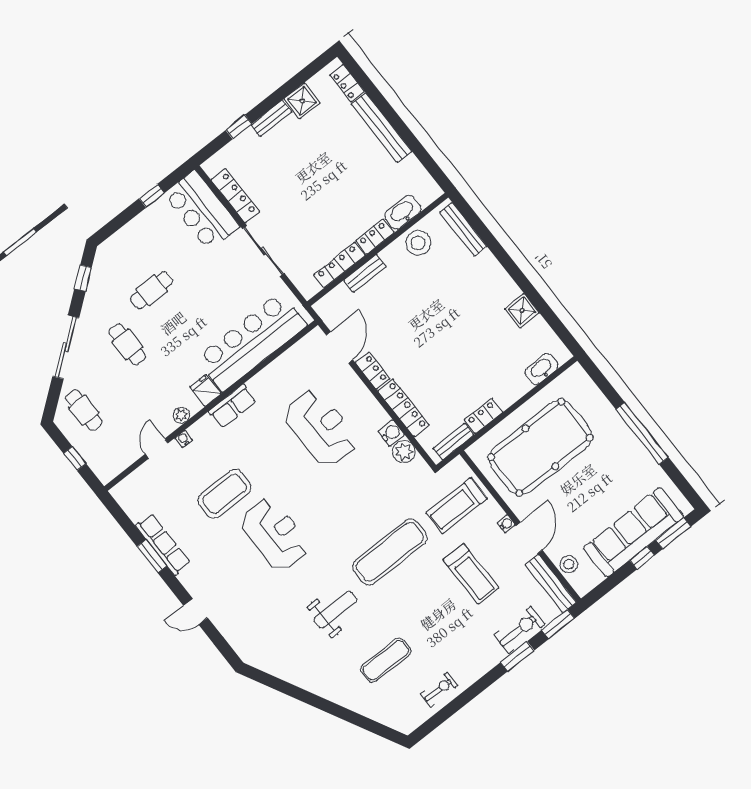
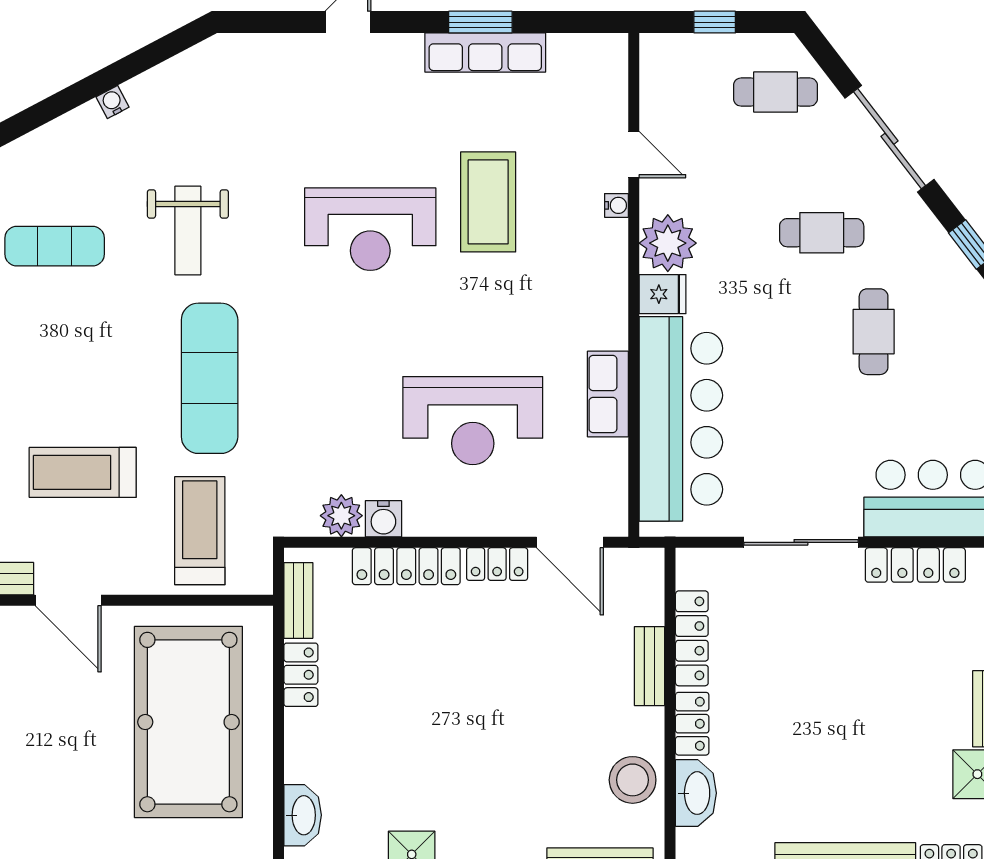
row of seats: (233, 406) -> (608, 394), moved
plant: (181, 415) -> (668, 243), width x1.88, depth x1.88
water cooler: (506, 524) -> (113, 102), moved, turned 152
exercise mat: (386, 660) -> (55, 246), turned 90

